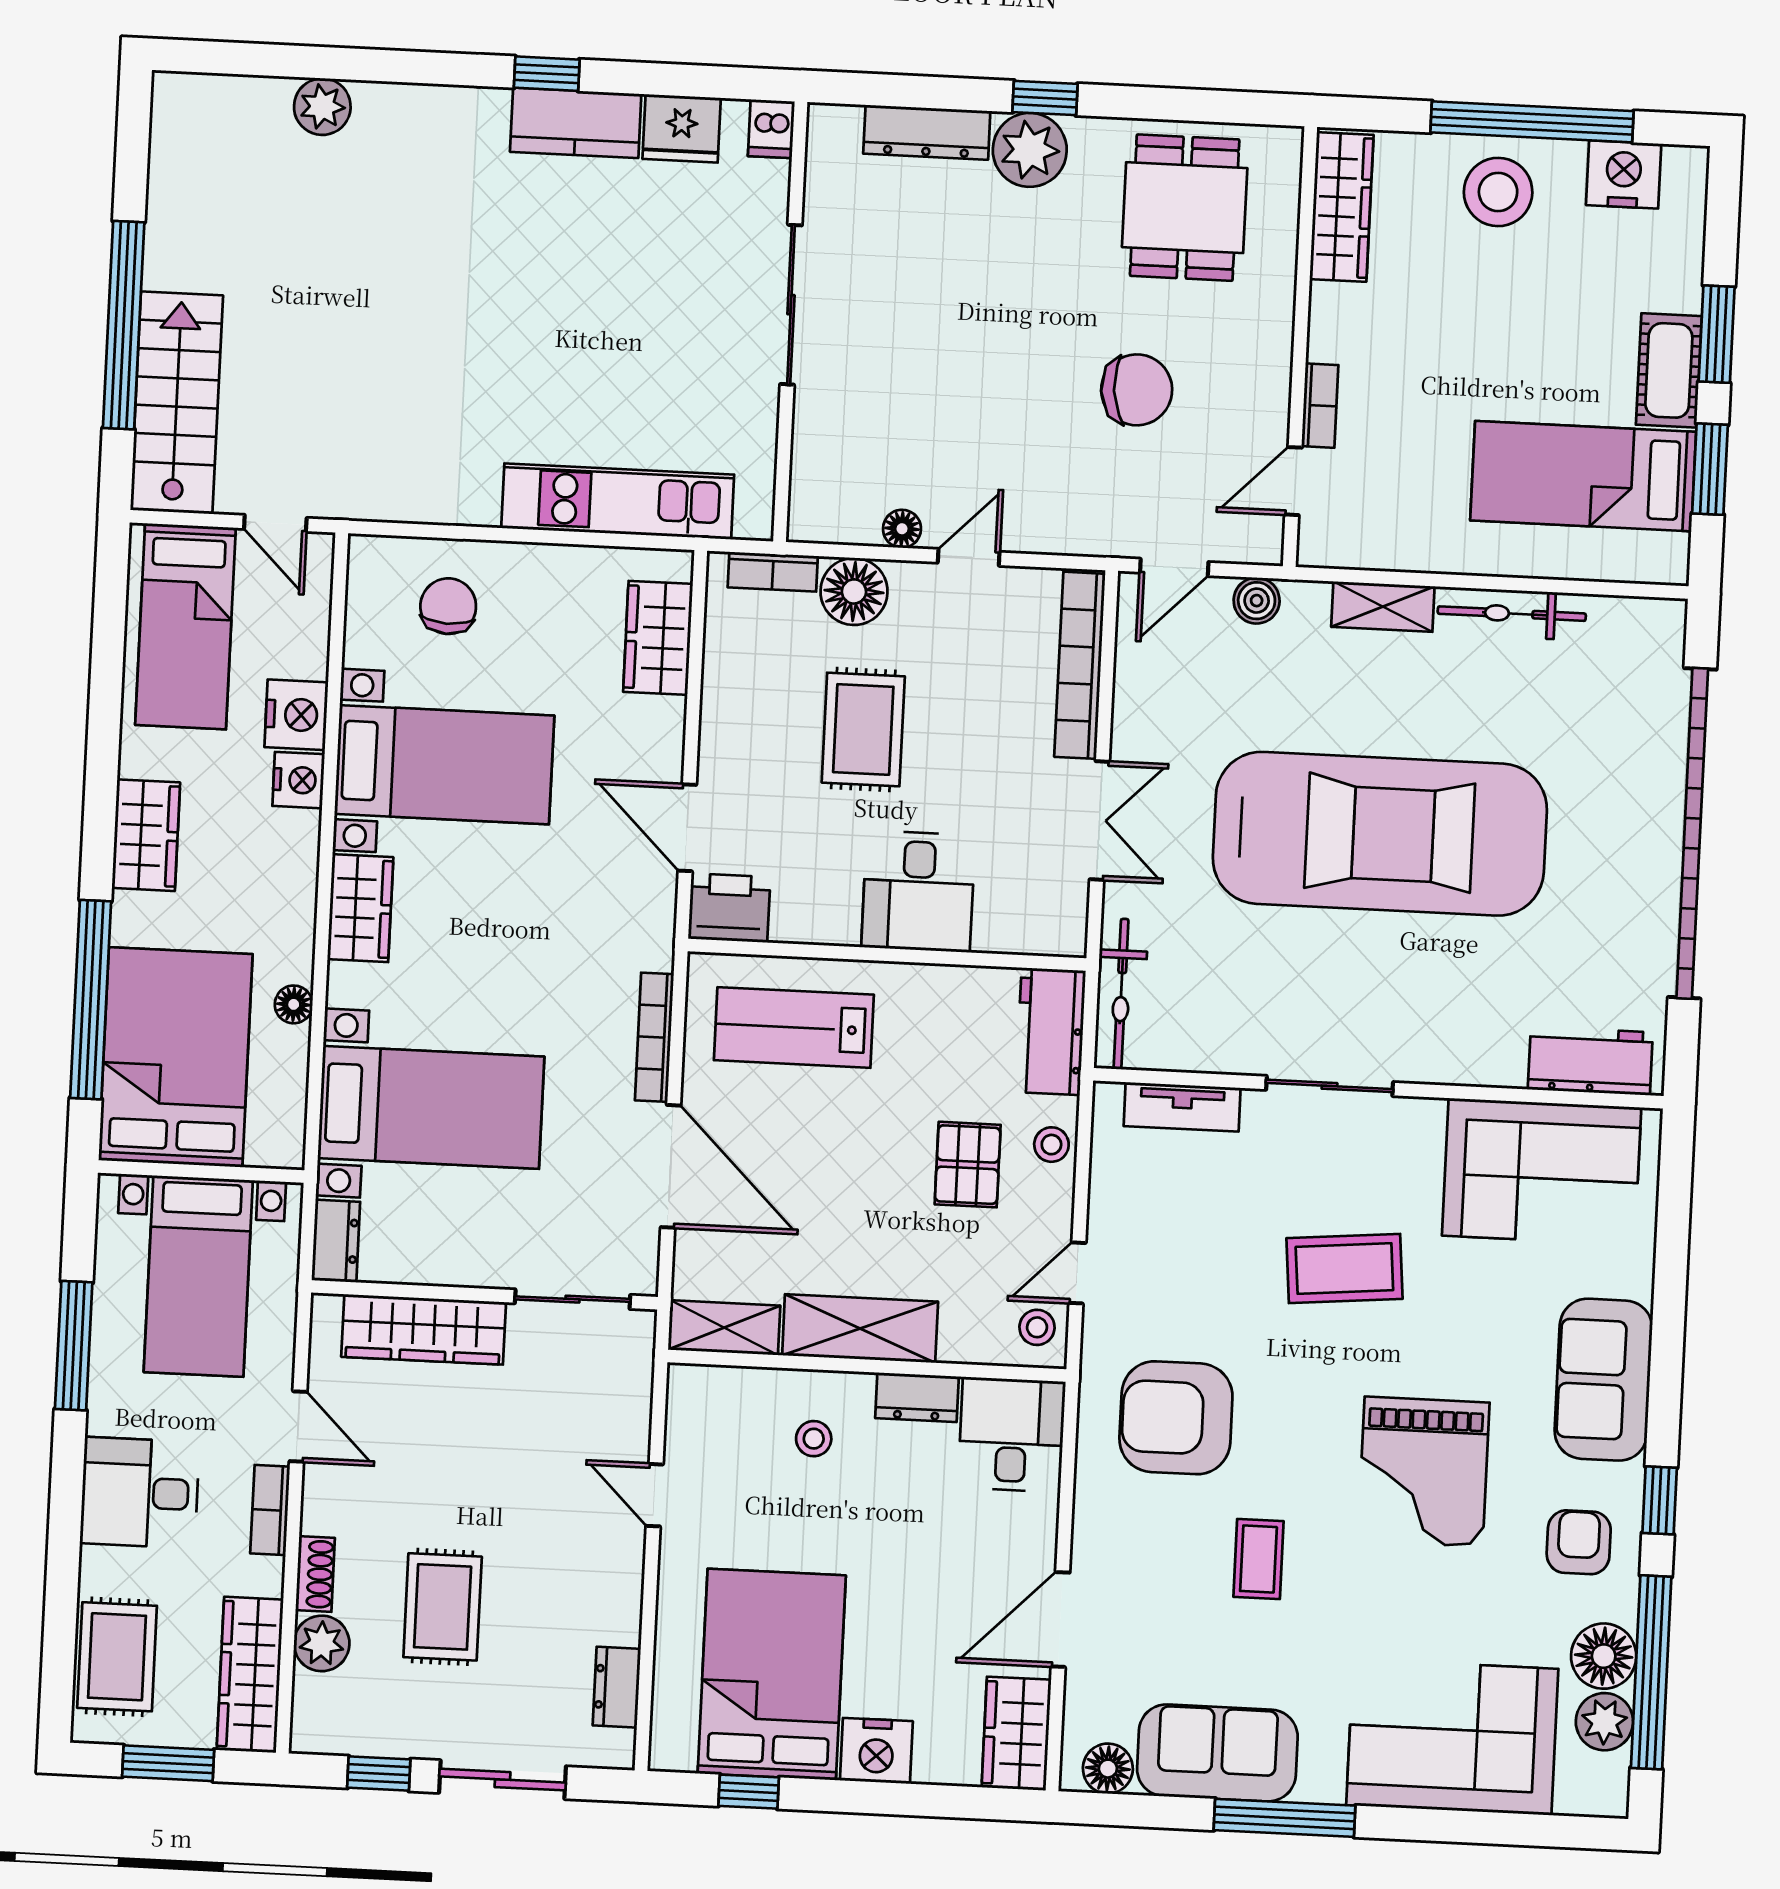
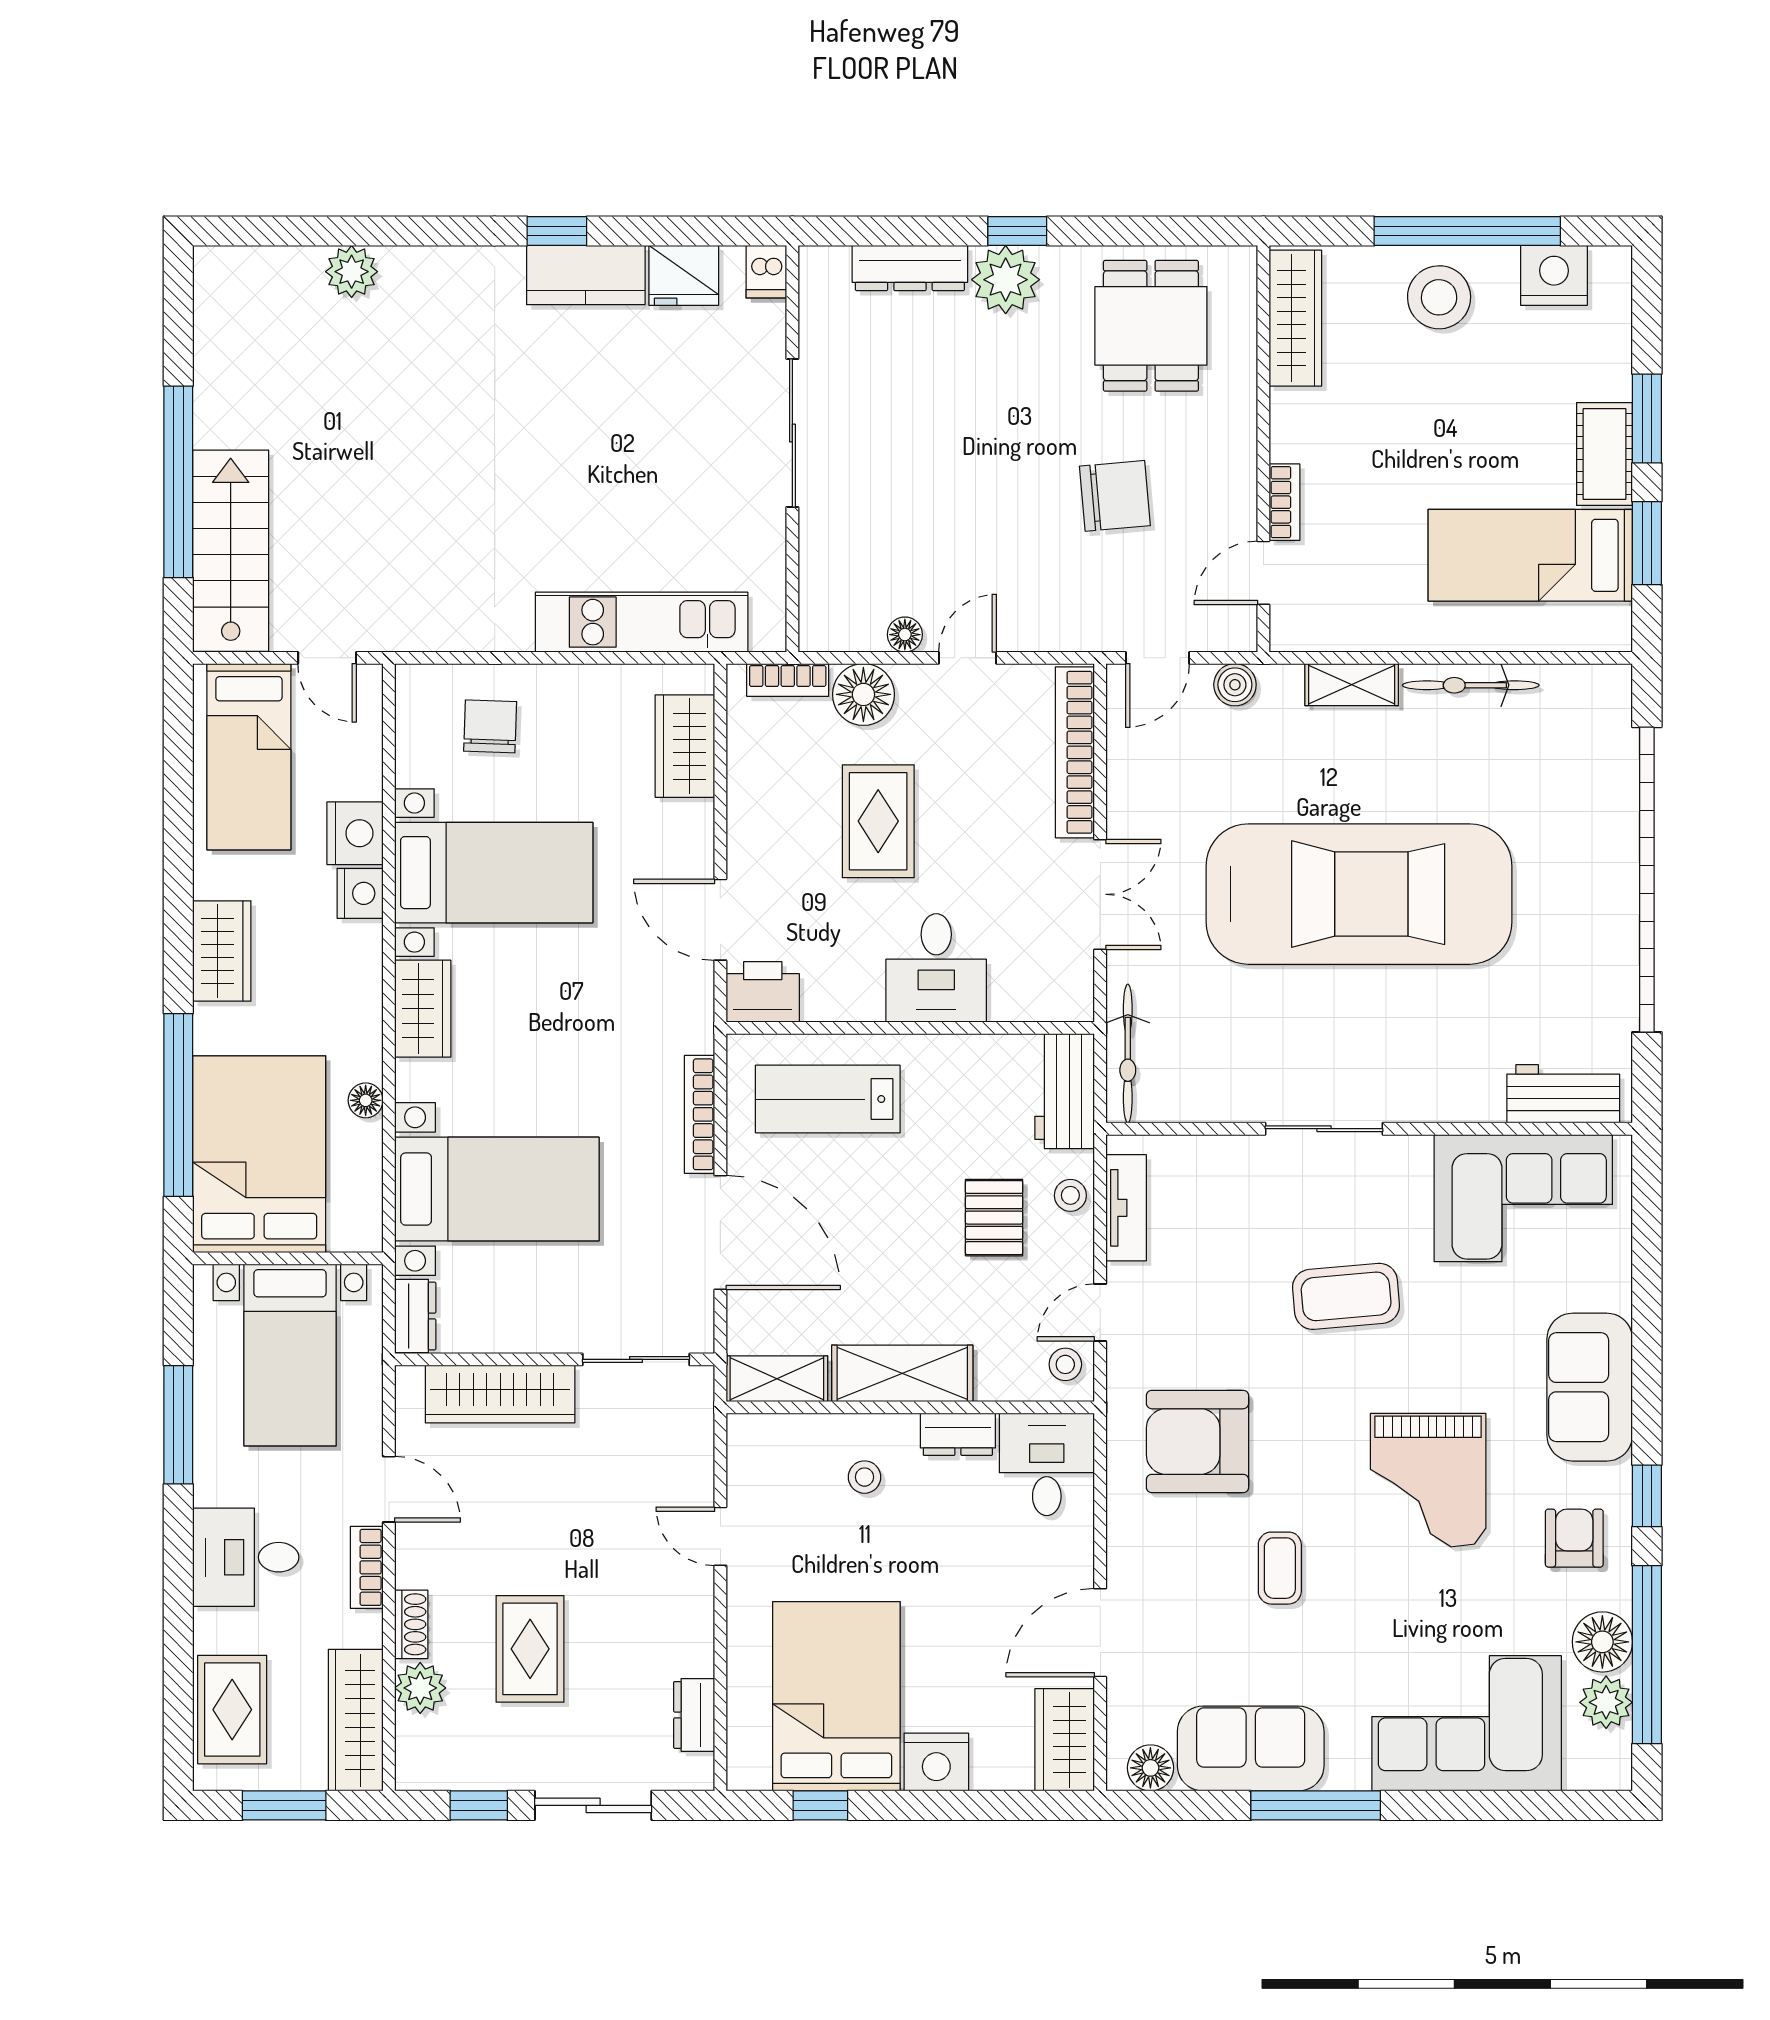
tv unit: (1182, 1107) -> (1126, 1208), moved, turned -90

